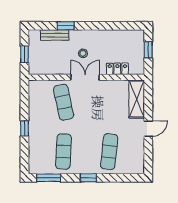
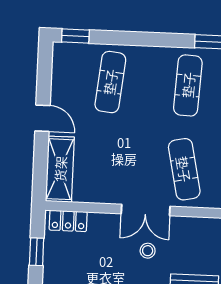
locker: (117, 69) -> (68, 221), moved
door: (148, 129) -> (42, 118), swing flipped
window: (88, 178) -> (75, 36), moved

